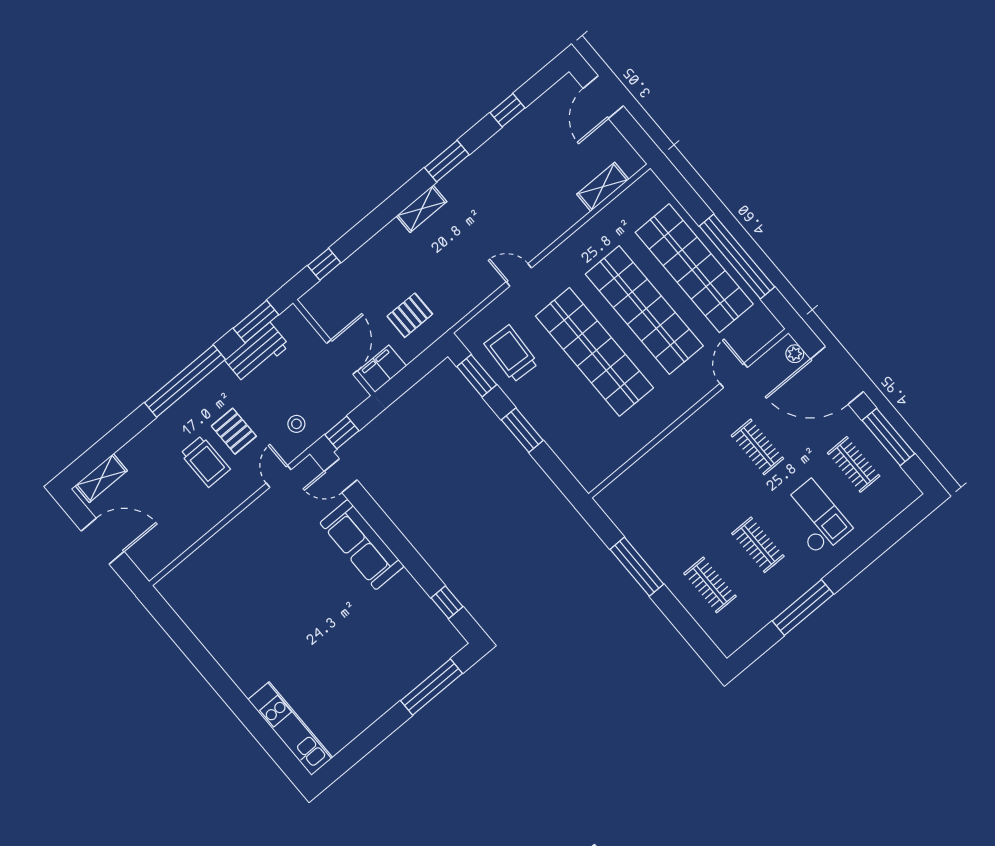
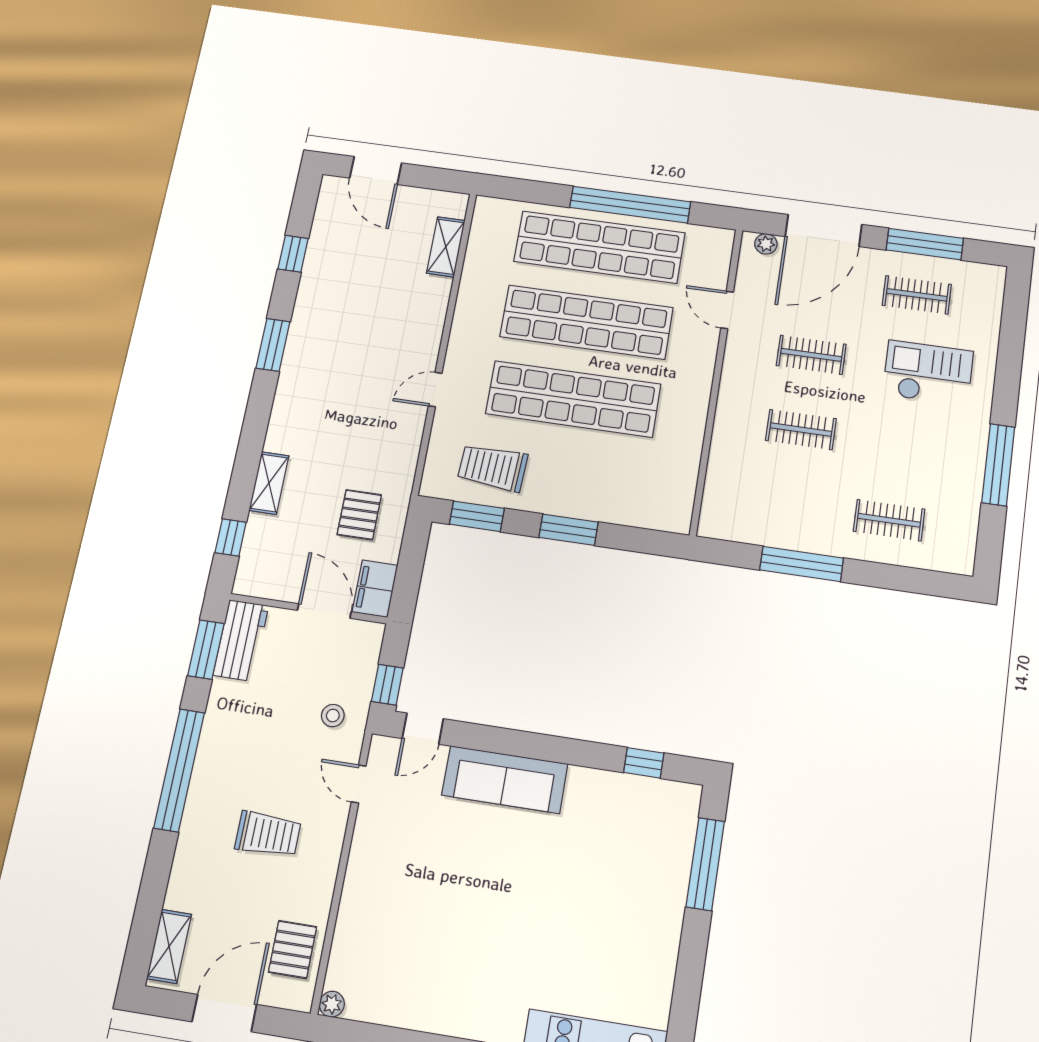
shelving: (422, 209) -> (269, 483), moved
workbench: (257, 353) -> (241, 640), moved
pallet: (234, 431) -> (293, 949), moved, turned 90
clothes rail: (758, 545) -> (801, 430), moved
plant: (165, 587) -> (332, 1004), added

